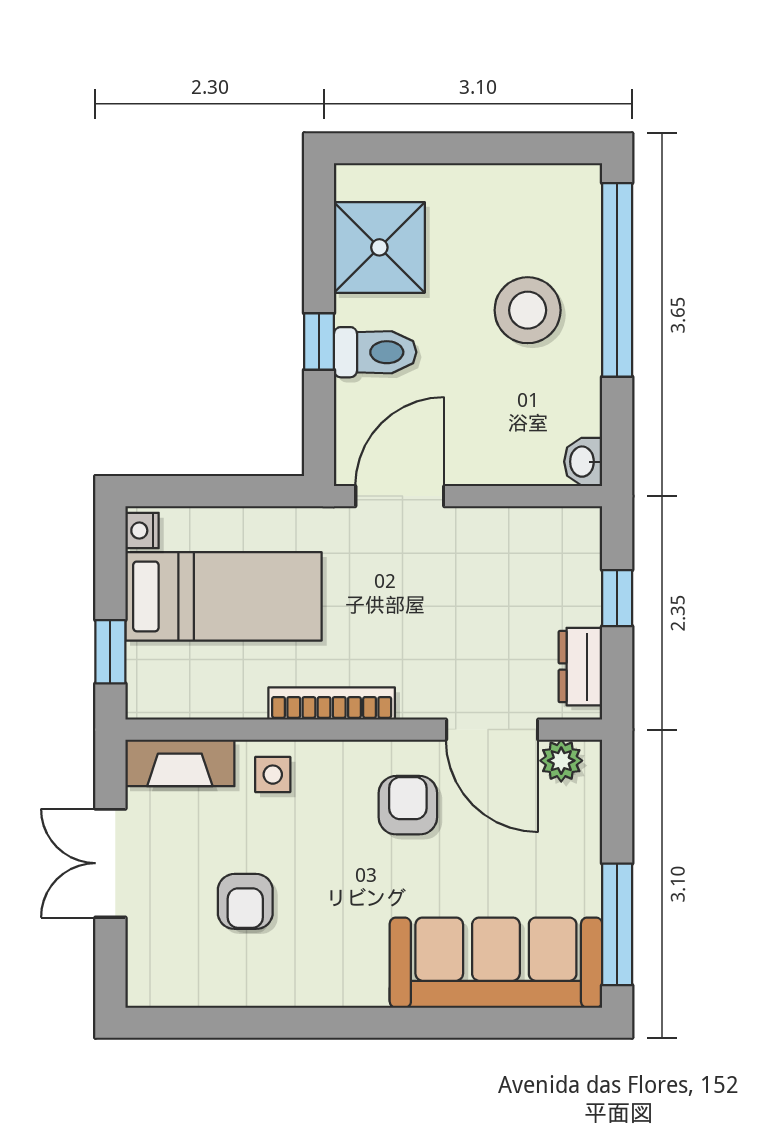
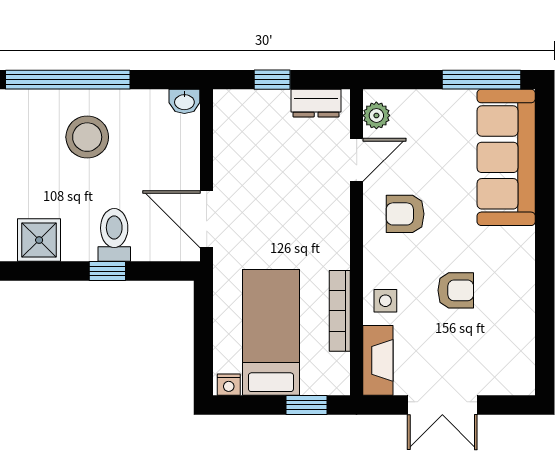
shower: (379, 247) -> (39, 240), width x0.73, depth x0.73
bookcase: (332, 704) -> (340, 311), moved
door: (492, 730) -> (357, 160), width x0.73
armchair: (245, 901) -> (456, 290), moved

